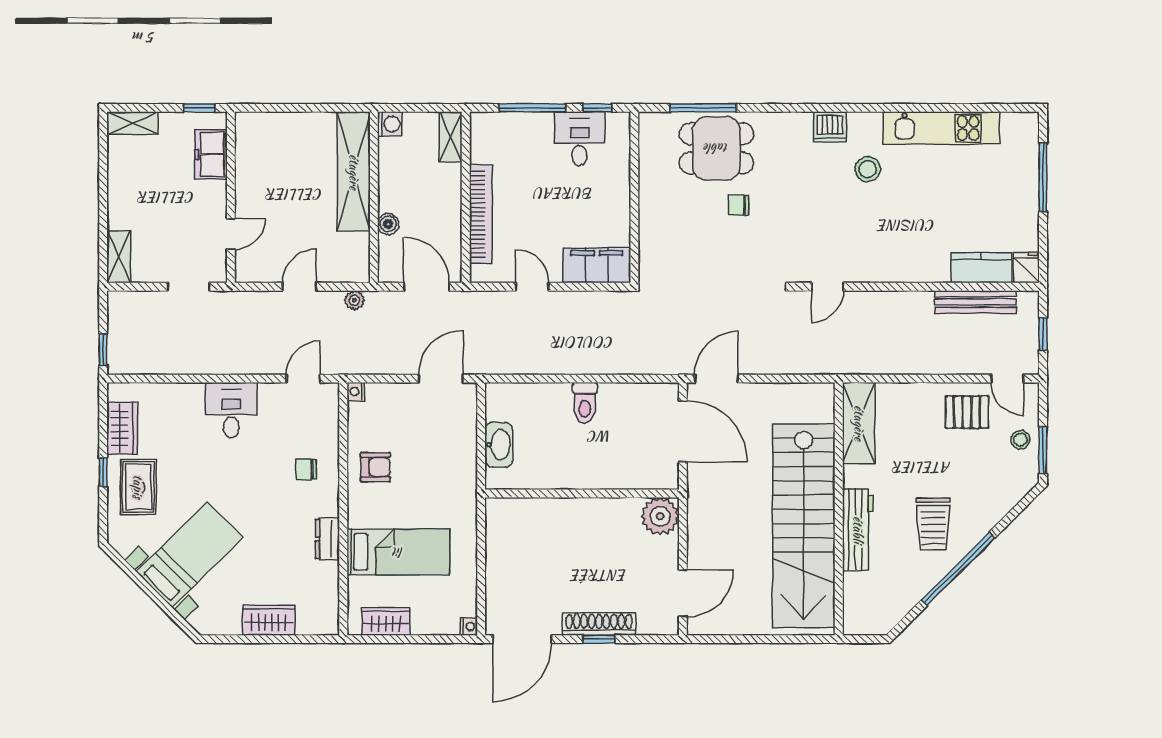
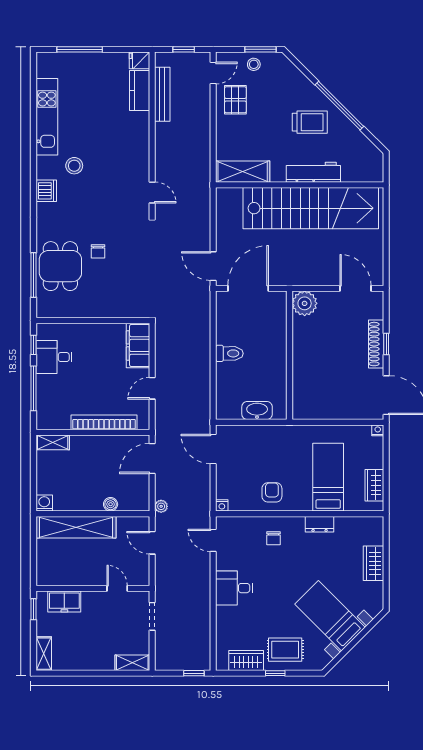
washing machine: (390, 124) -> (44, 503), moved
shelving: (354, 172) -> (76, 527), moved
wall: (374, 197) -> (93, 514), moved
boiler: (388, 224) -> (111, 504), moved

